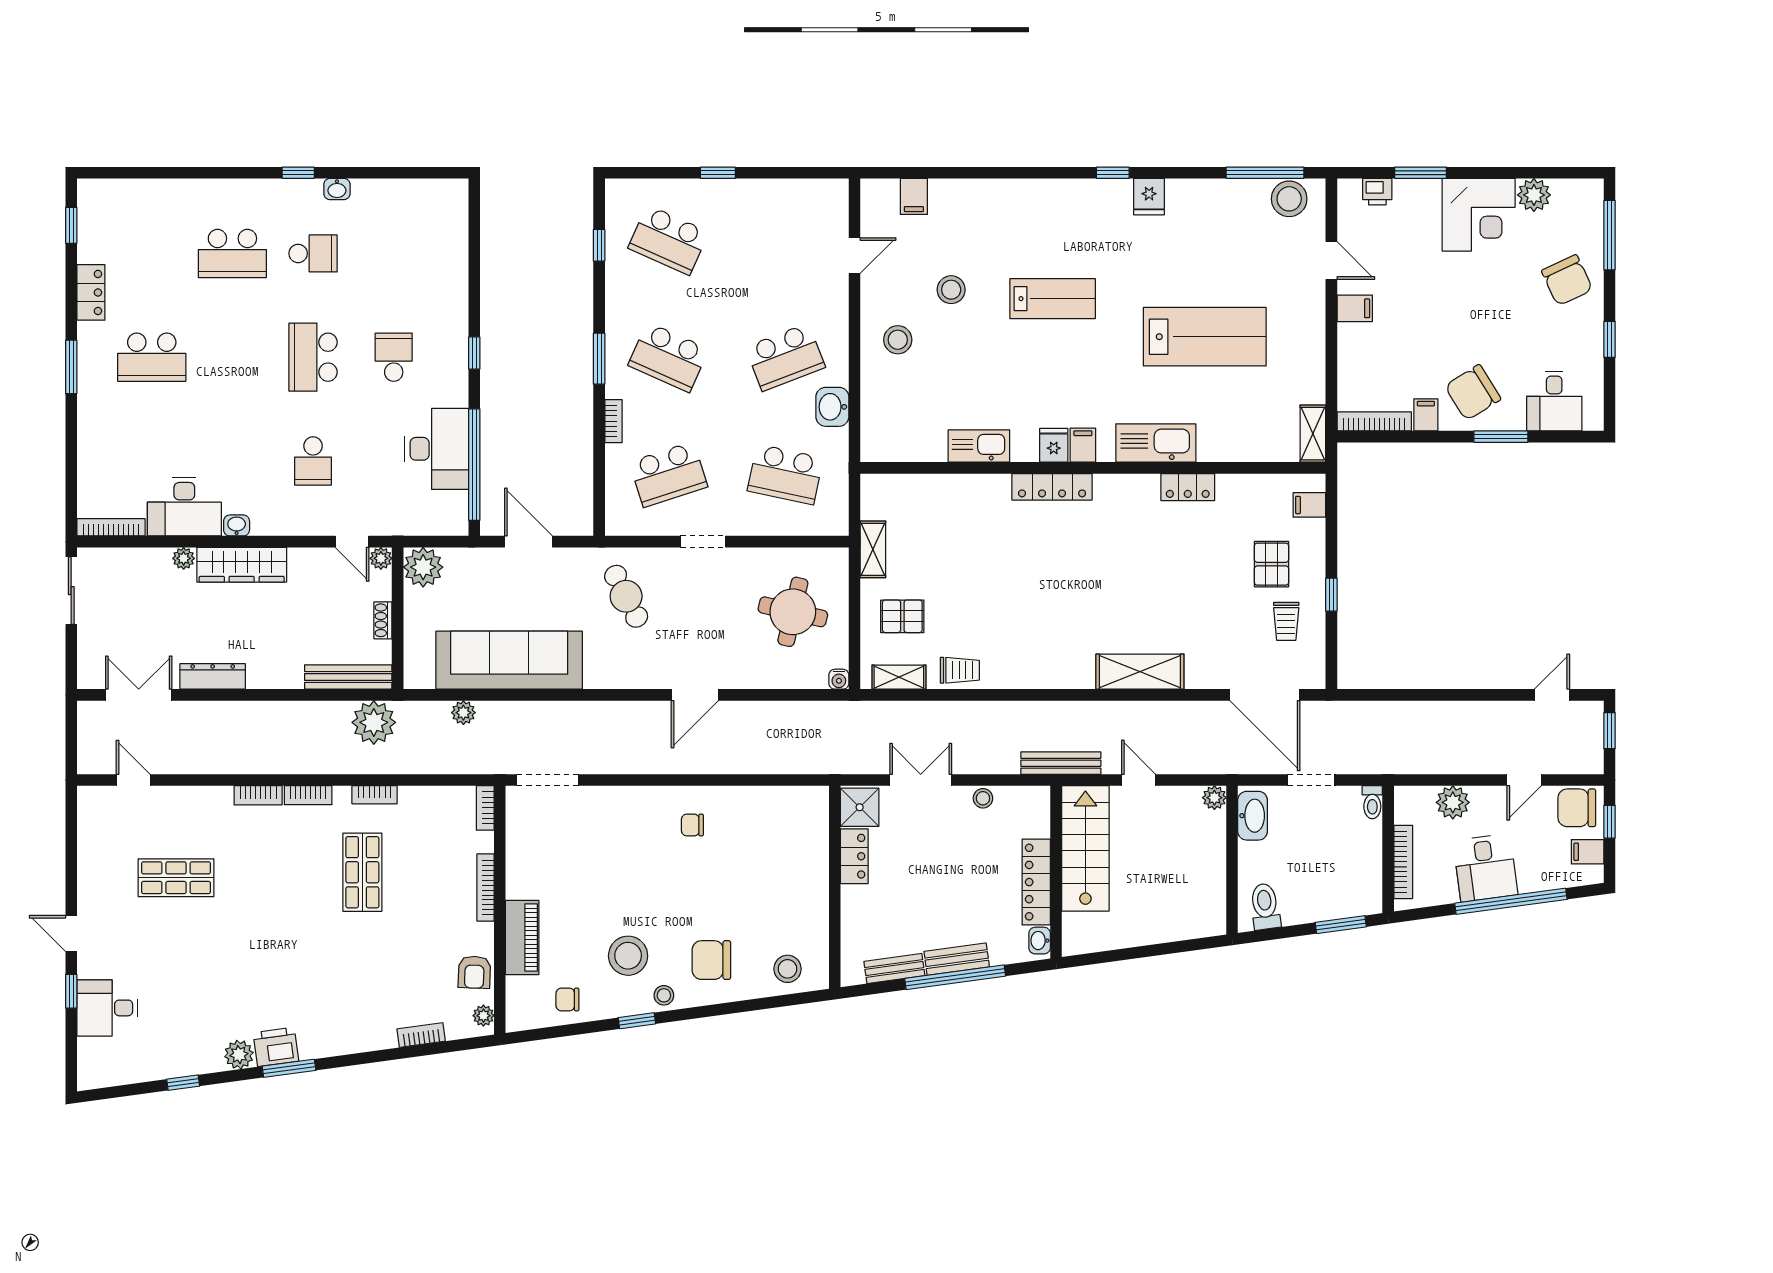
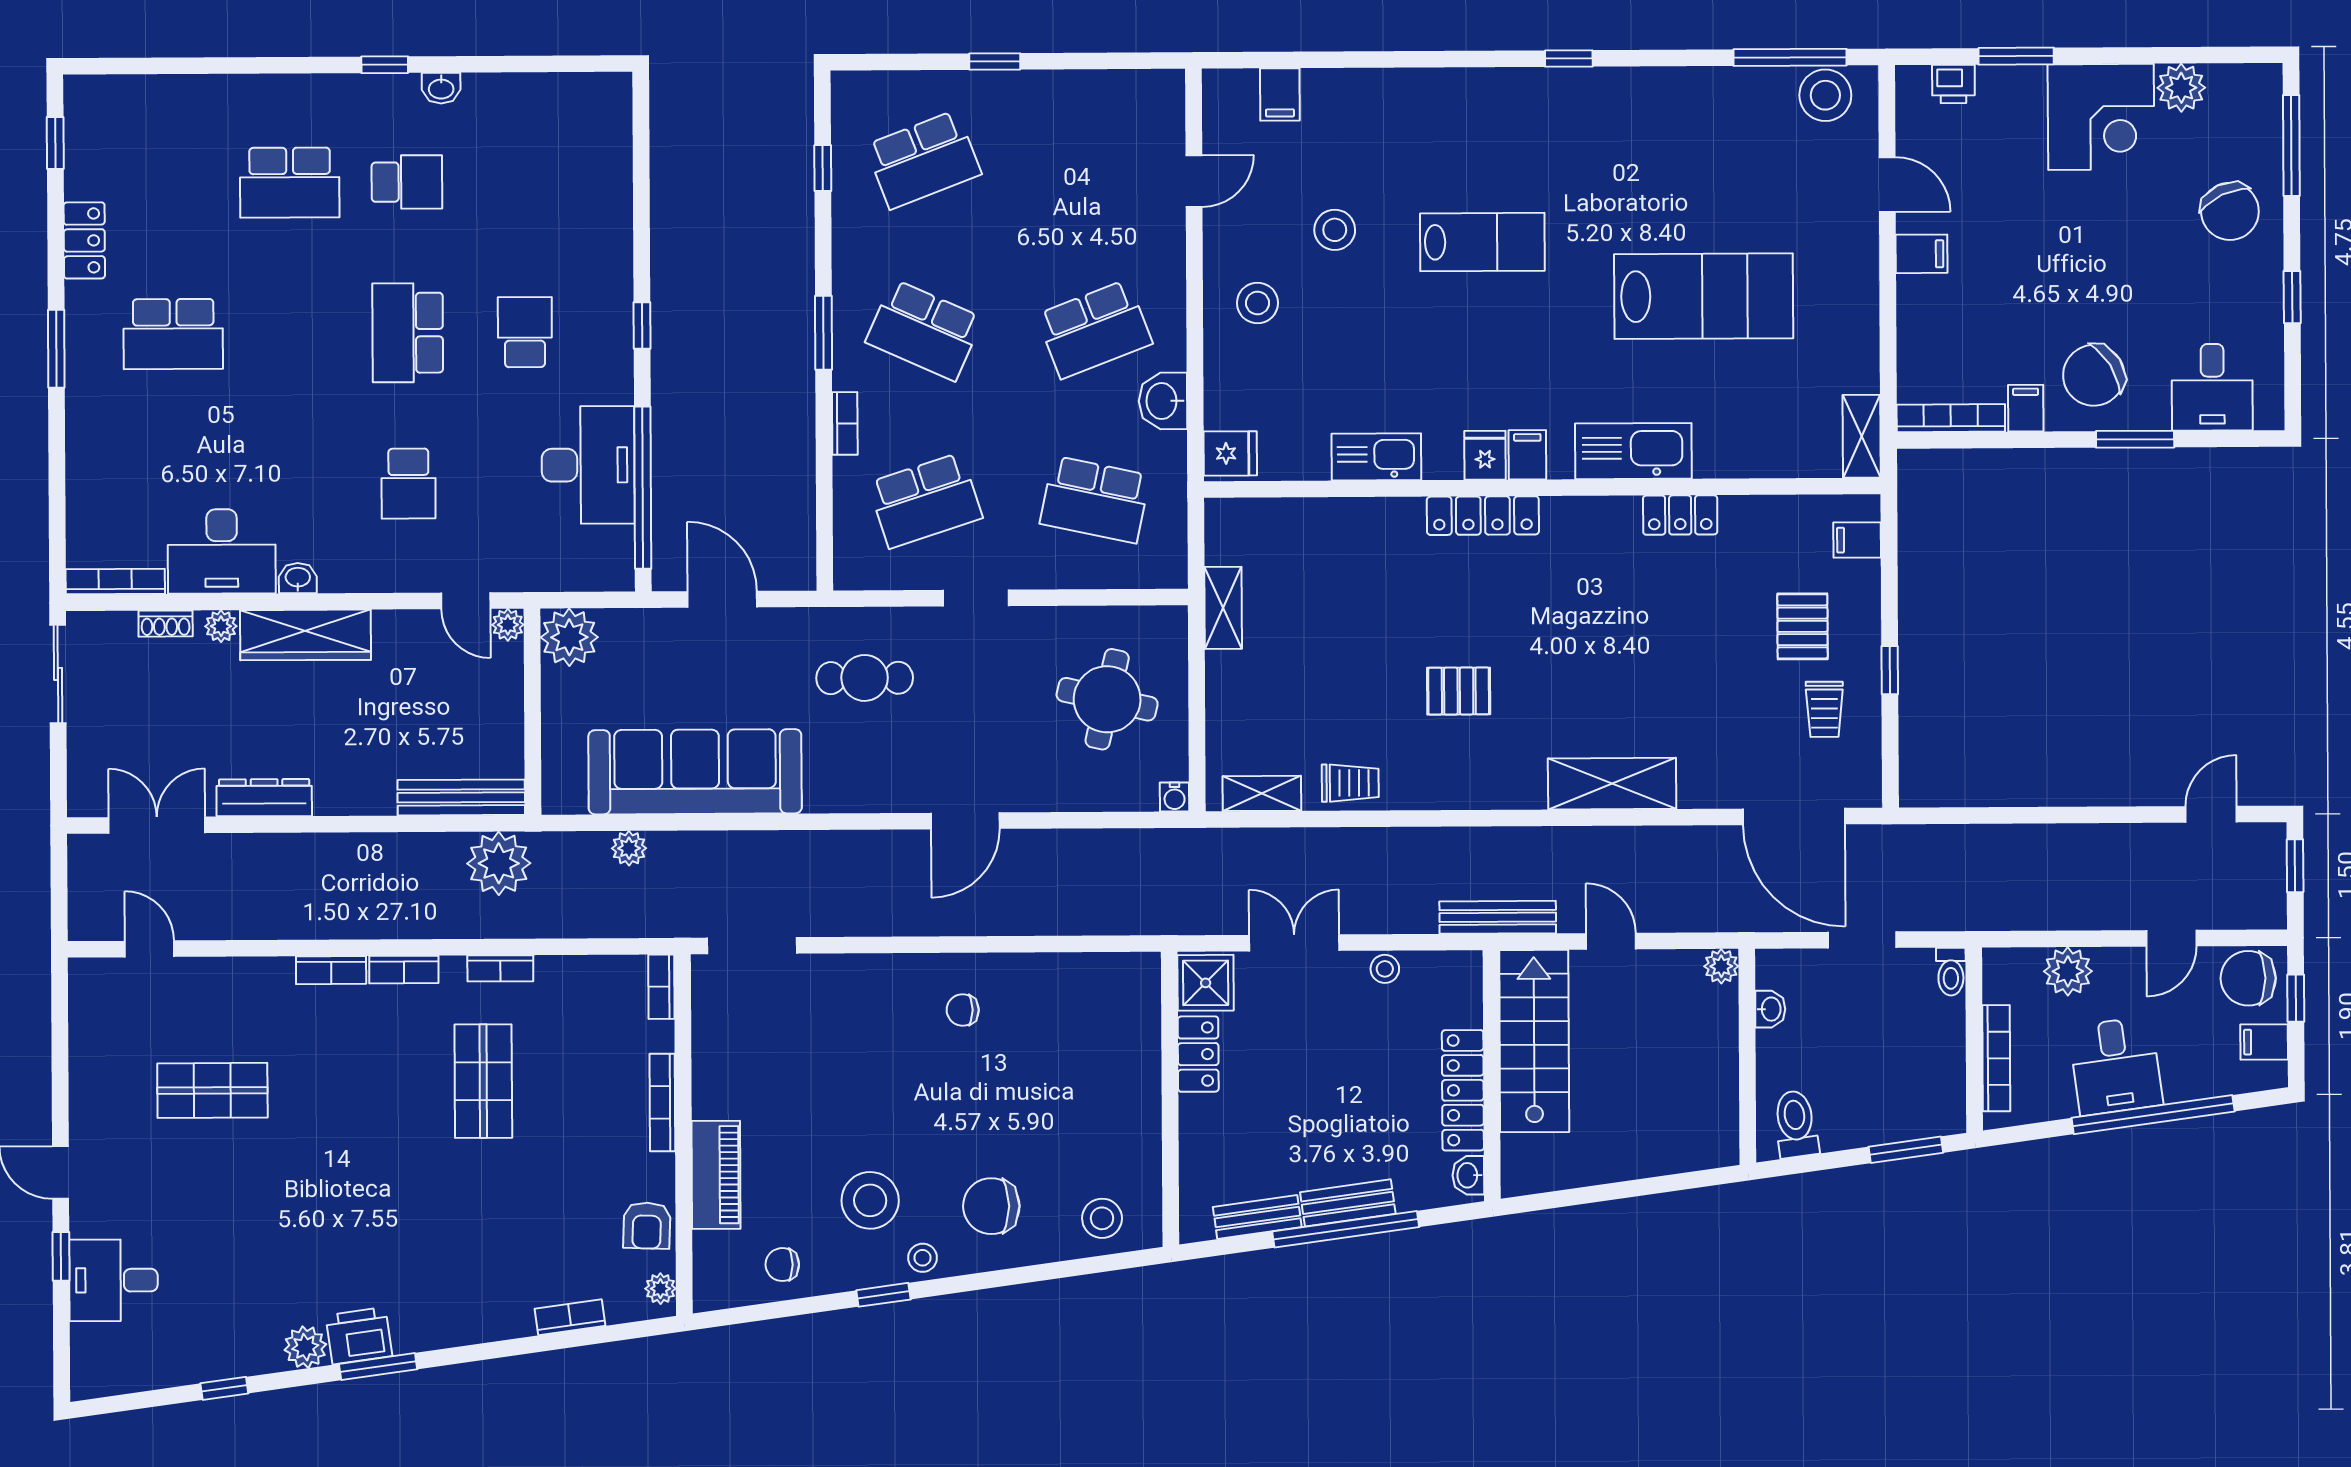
fridge: (1149, 197) -> (1230, 453), moved, turned -90
school desk: (668, 240) -> (923, 160), turned -45
cafe table: (626, 596) -> (865, 678), turned -63
pallet: (902, 616) -> (1459, 691), moved
shoe rack: (383, 620) -> (166, 624), moved, turned -90
washbasin: (1253, 816) -> (1770, 1009), width x0.52, depth x0.69

